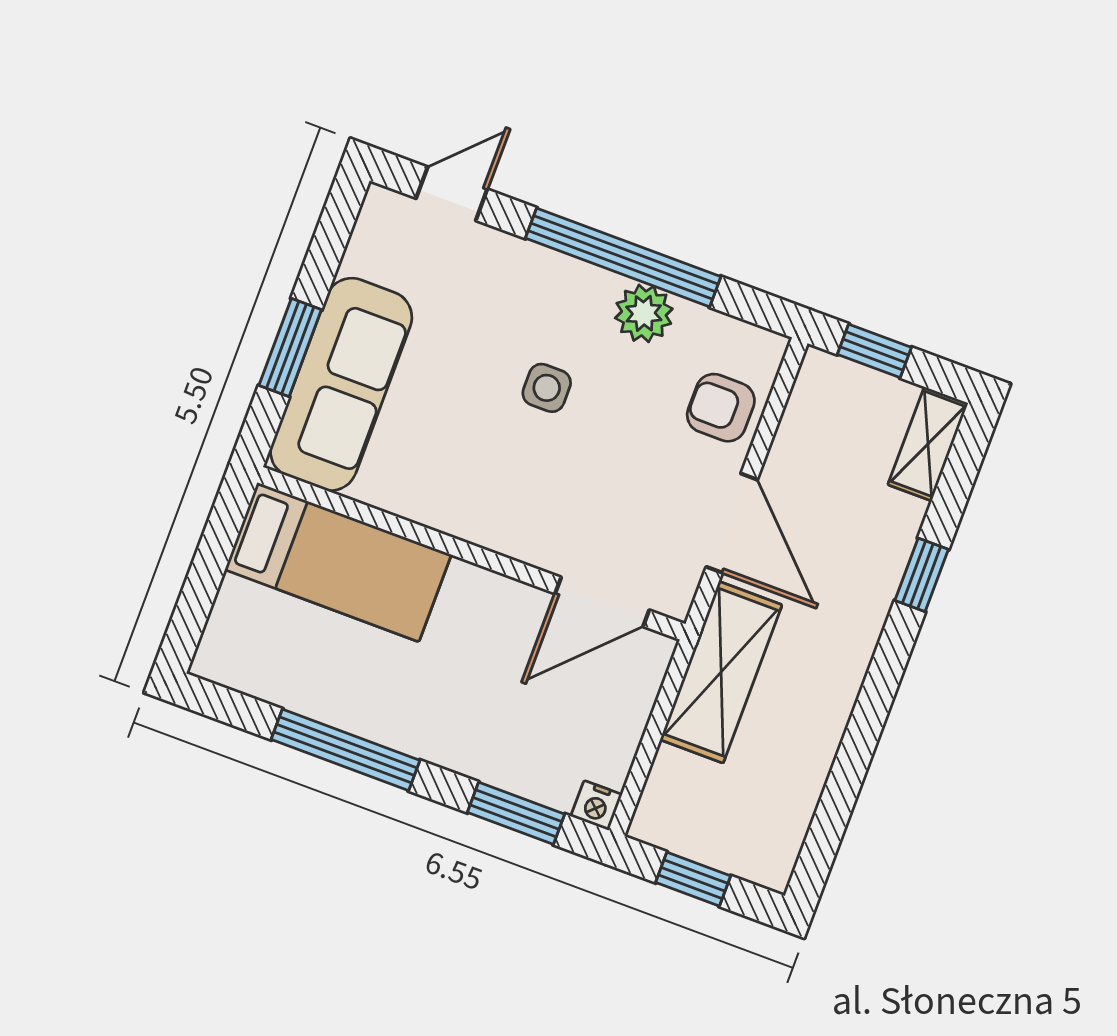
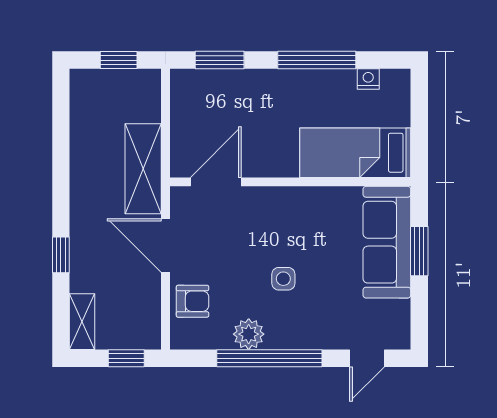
nightstand: (596, 805) -> (368, 79), moved

